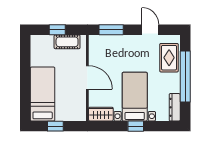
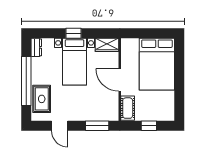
cot: (67, 42) -> (128, 108), moved, turned 90
bed: (43, 94) -> (157, 64), width x1.50
dresser: (175, 107) -> (36, 47), width x0.70
window: (55, 126) -> (150, 33), removed

